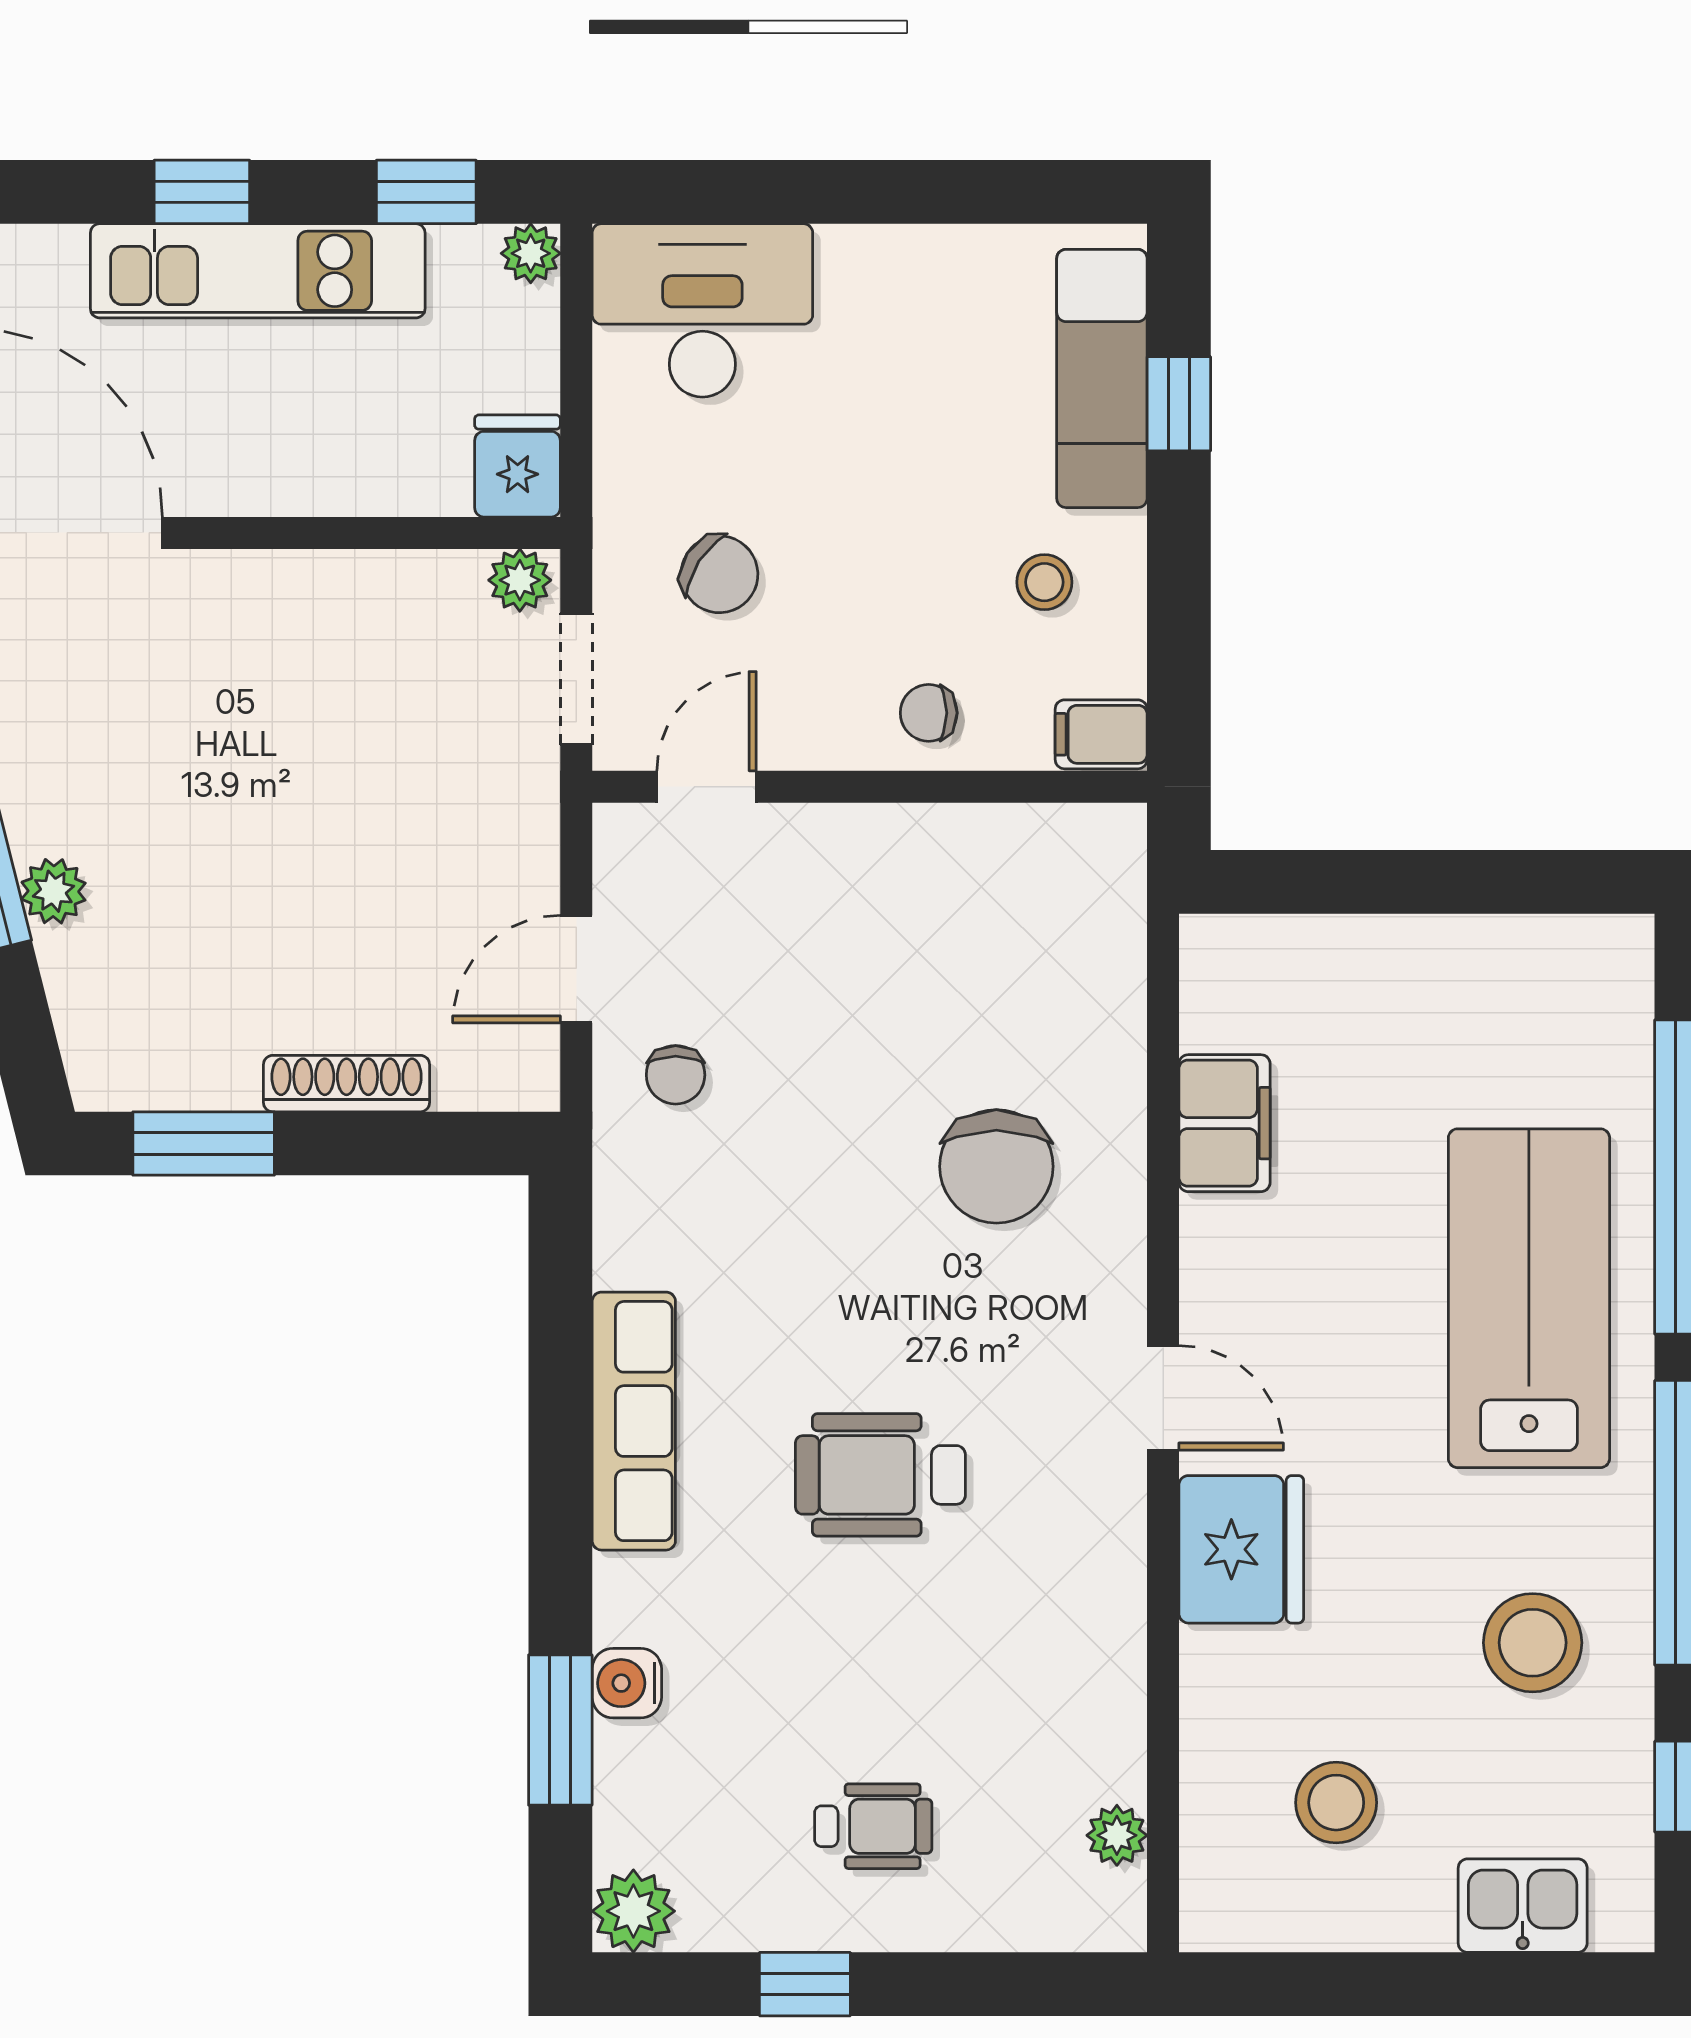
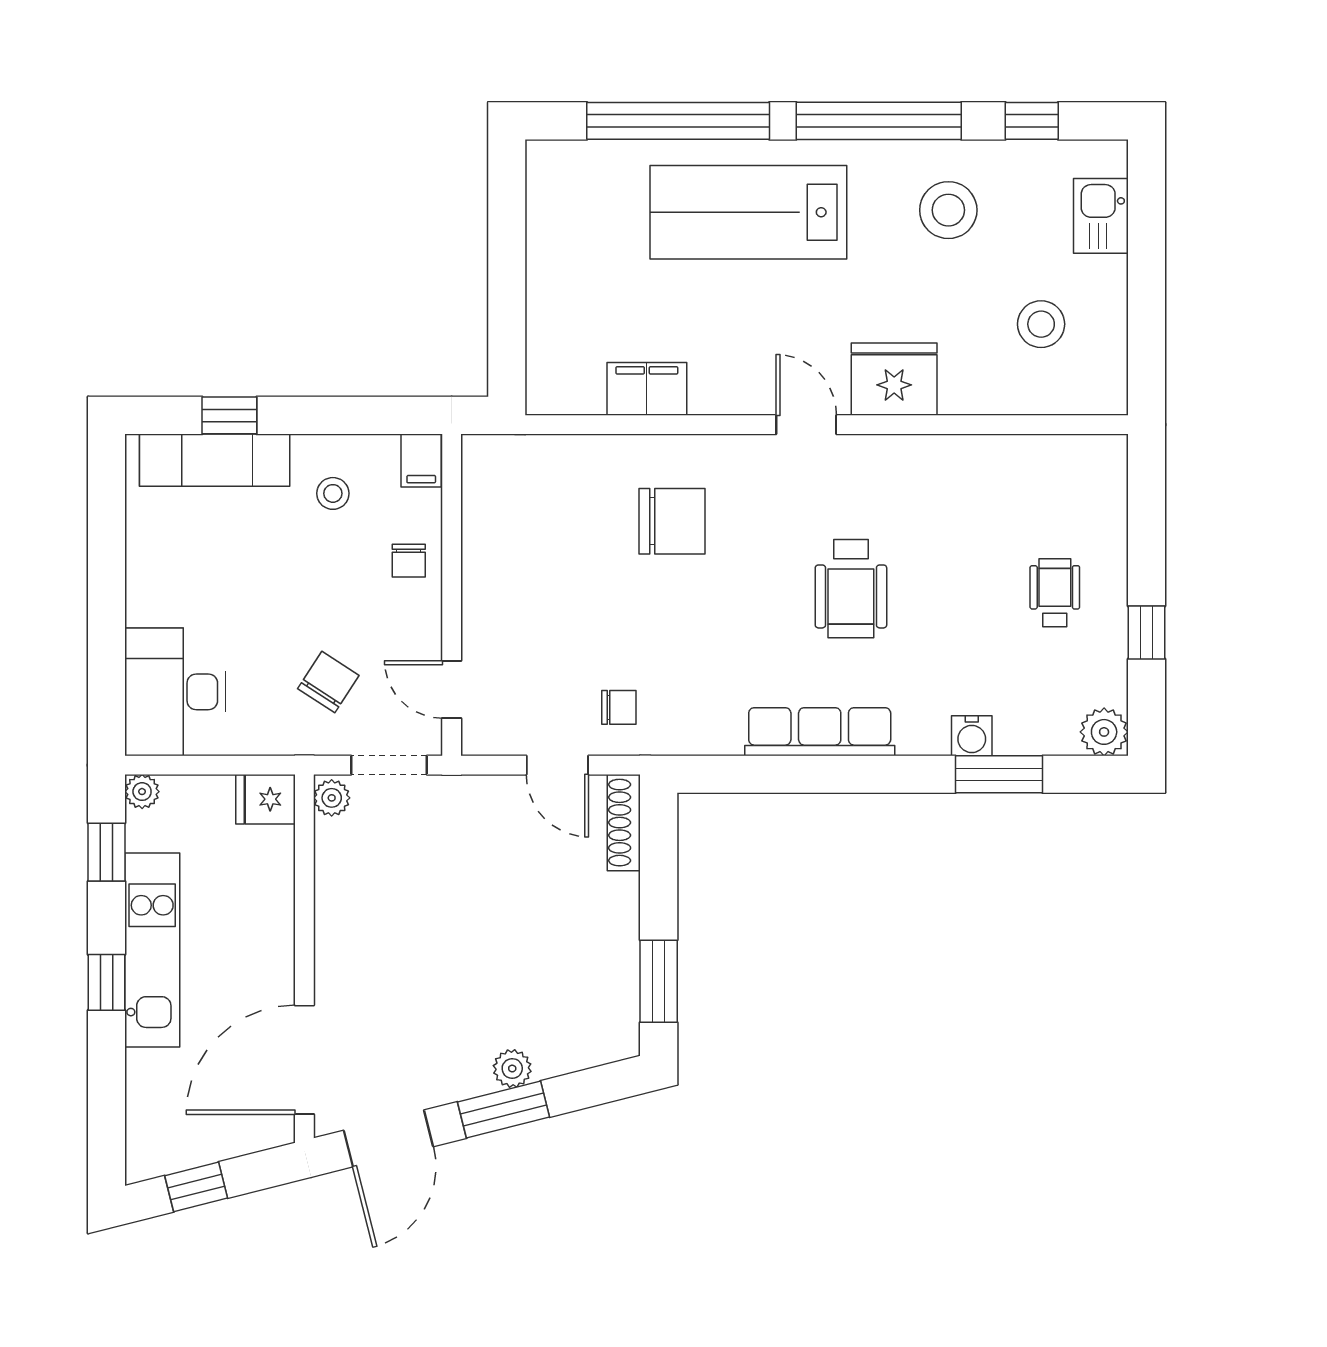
shoe rack: (347, 1084) -> (624, 823), moved
door: (1163, 1398) -> (806, 425), hinge flipped
plant: (1117, 1835) -> (1060, 451), removed

